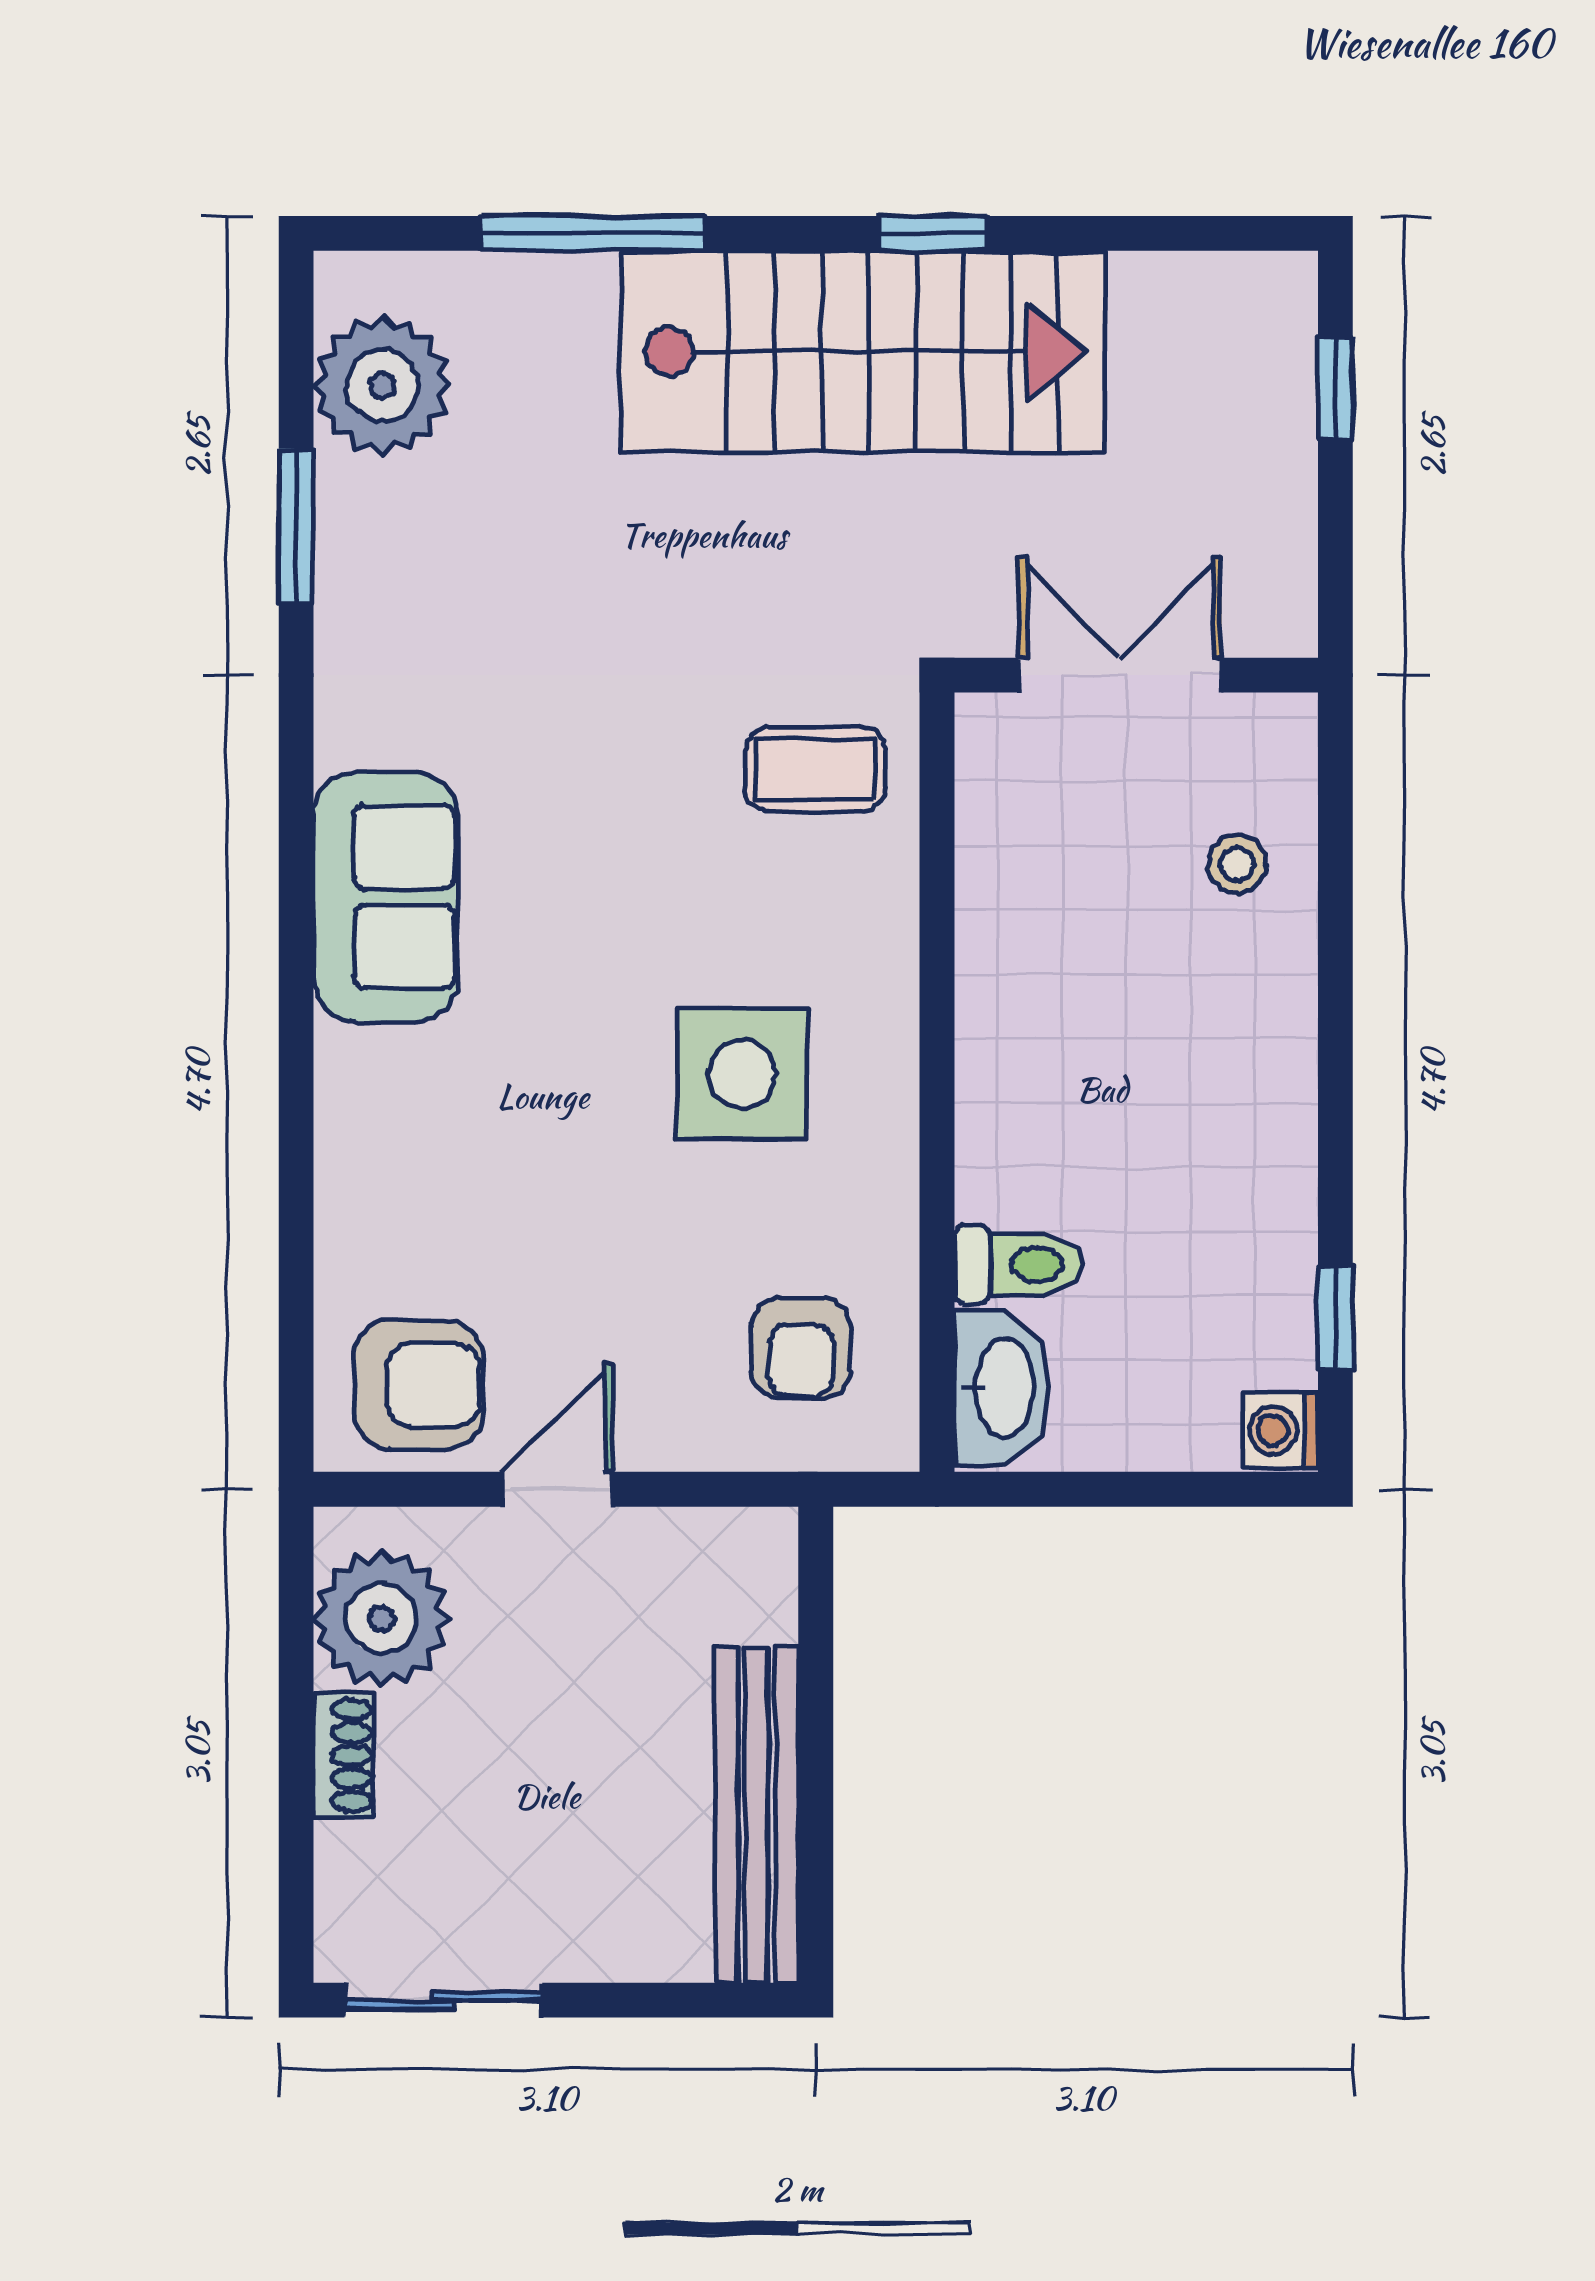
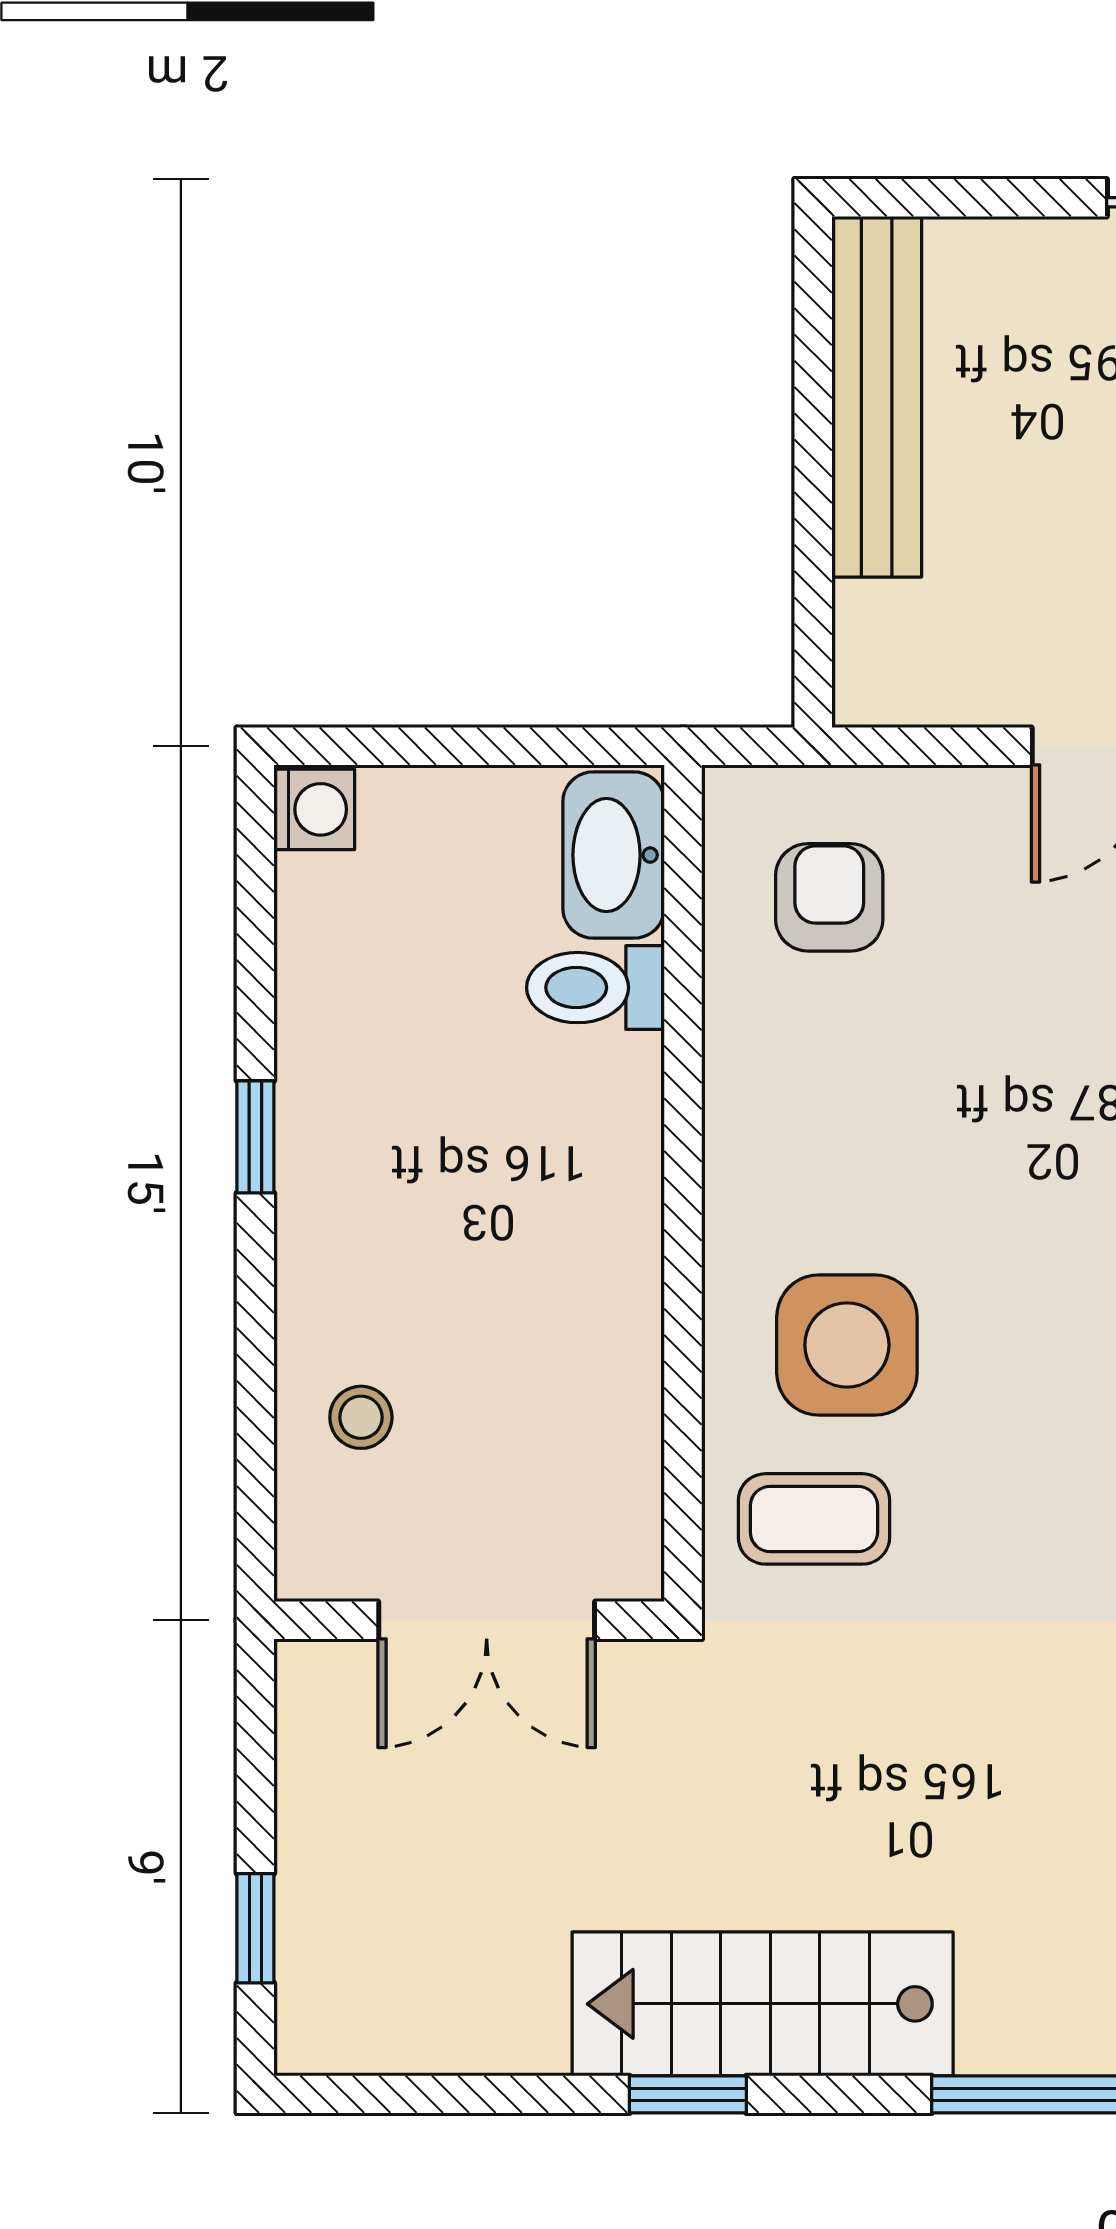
stairs: (863, 352) -> (763, 2004), width x0.73, depth x0.66
side table: (742, 1074) -> (847, 1345), moved
window: (1335, 1318) -> (255, 1137), moved

